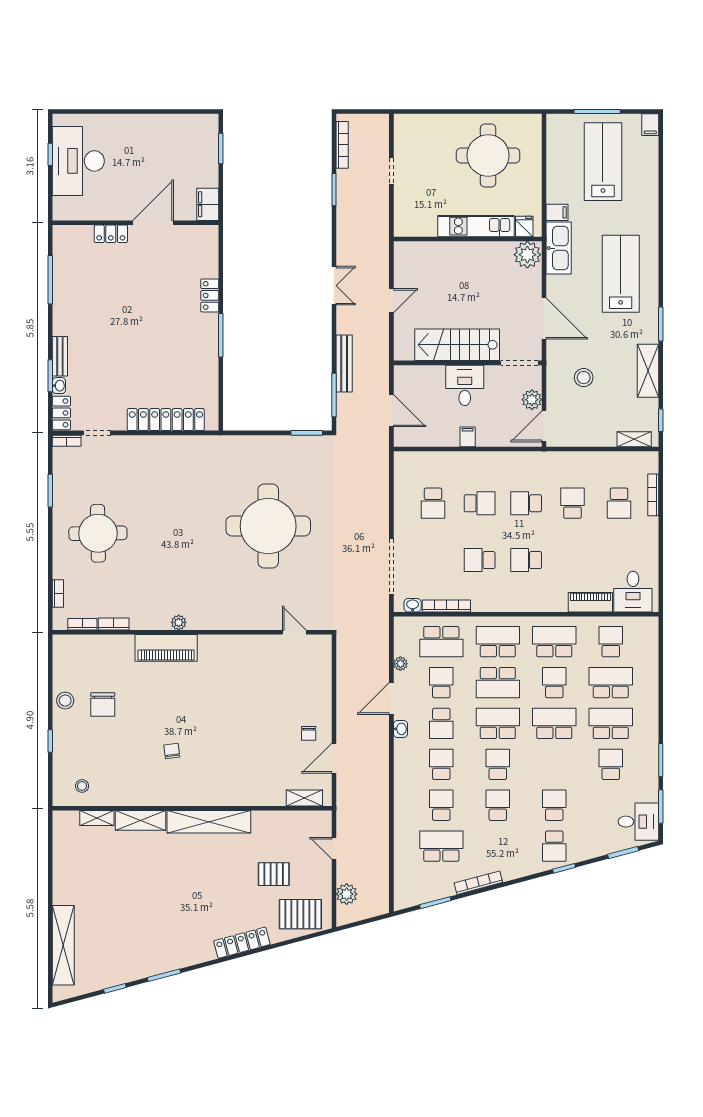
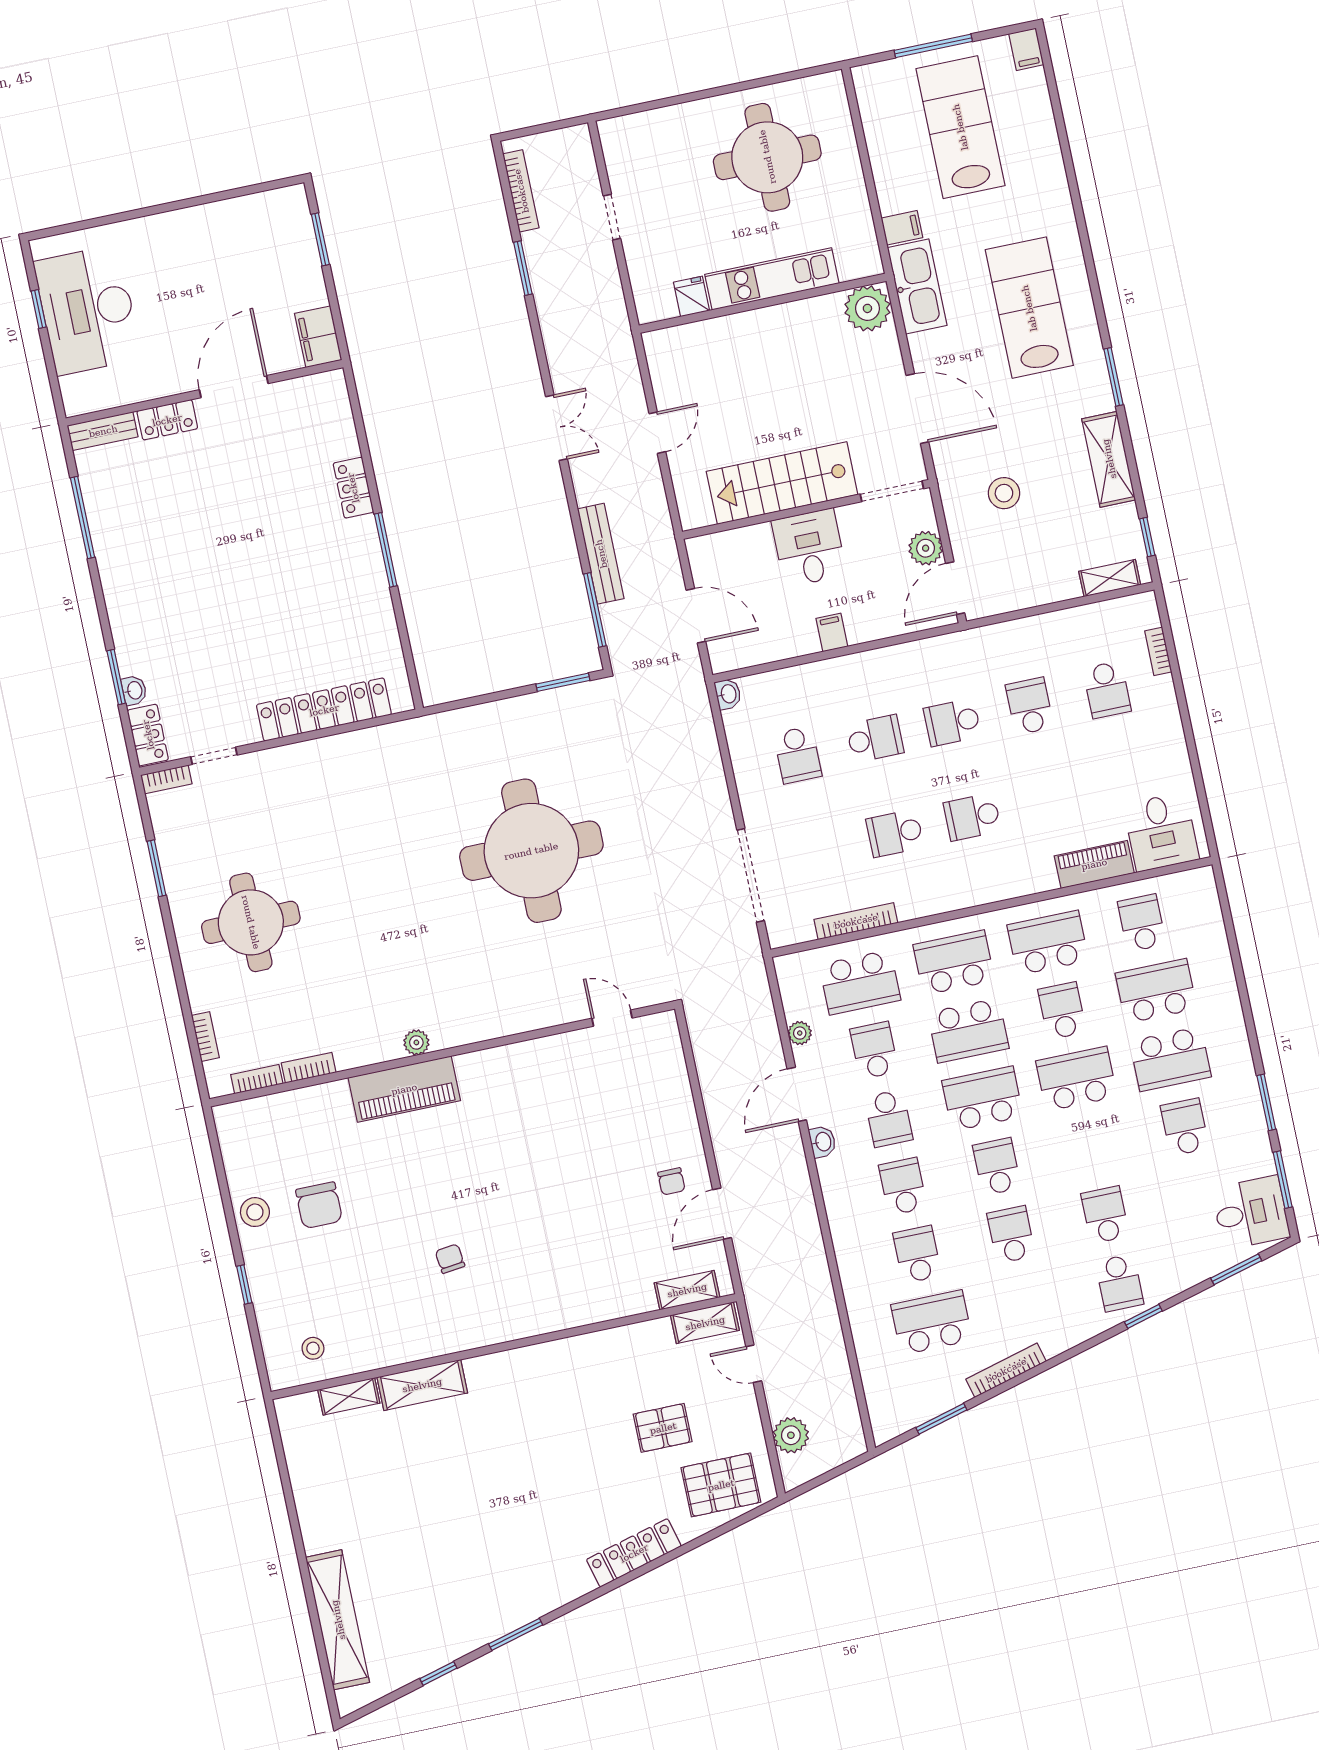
fridge: (524, 226) -> (692, 296), moved
bench: (60, 356) -> (103, 431), moved, turned 90
bookcase: (653, 495) -> (1158, 651), width x0.64
washbasin: (413, 605) -> (728, 694), moved, turned 90
school desk: (611, 723) -> (1170, 1059), turned 180
shelving: (209, 822) -> (705, 1323), moved, width x0.45, depth x0.75

